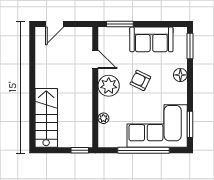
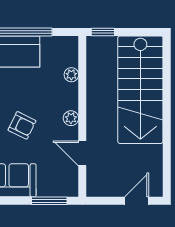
plant: (109, 86) -> (71, 118), width x0.53, depth x0.53
stairs: (46, 118) -> (140, 90), width x1.36, depth x1.51

